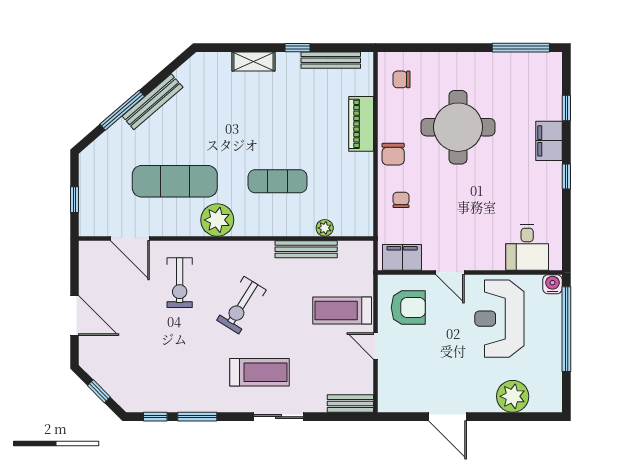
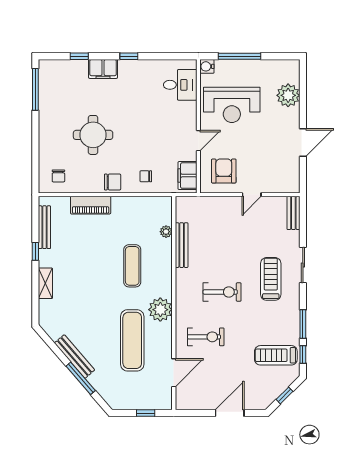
round table: (458, 127) -> (93, 135), width x0.73, depth x0.73
exercise bike: (241, 305) -> (222, 292), turned -32
treadmill: (342, 311) -> (276, 355), moved, turned 90
window: (566, 329) -> (239, 56), width x0.68

